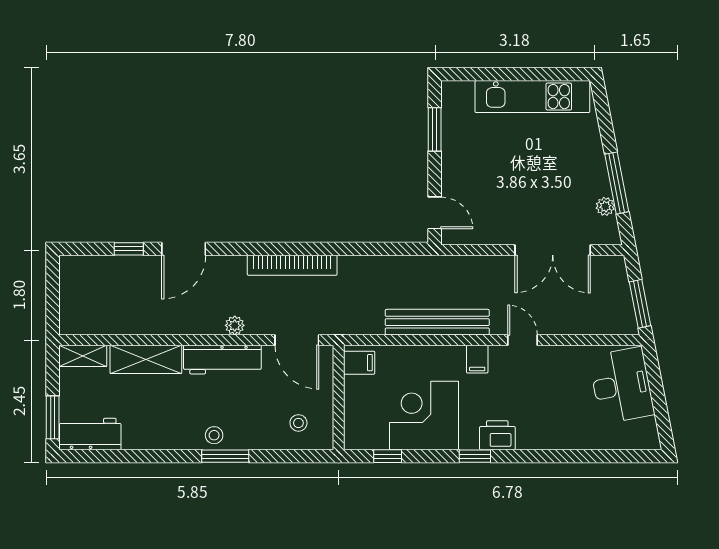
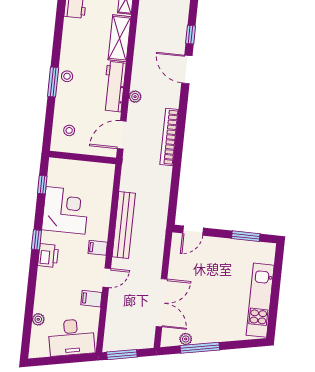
double door: (553, 250) -> (162, 303), swing flipped
filing cabinet: (359, 363) -> (91, 299), moved, turned 90
plant: (599, 440) -> (38, 319), added

